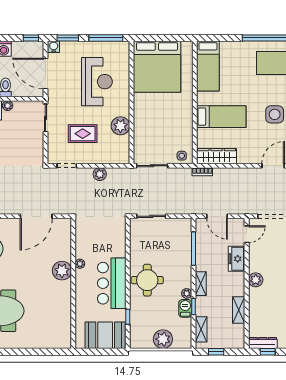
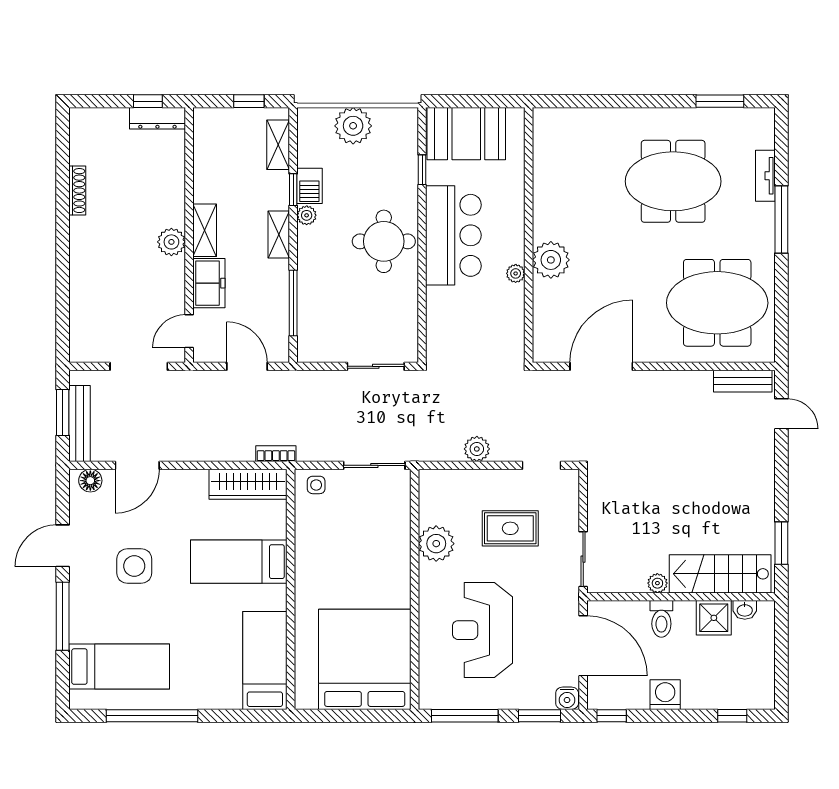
shelving: (239, 310) -> (205, 230), moved

